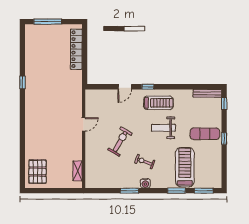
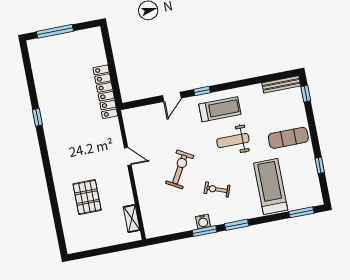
locker: (76, 49) -> (105, 92), moved
door: (84, 124) -> (128, 156), hinge flipped
window: (224, 139) -> (320, 165), moved
pallet: (37, 172) -> (87, 197), moved
water cooler: (145, 183) -> (203, 221), moved
window: (177, 191) -> (237, 225), moved

